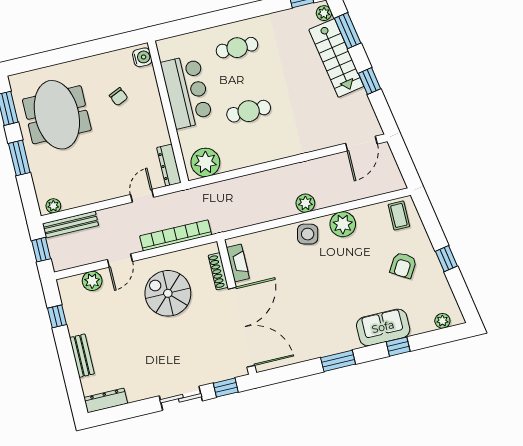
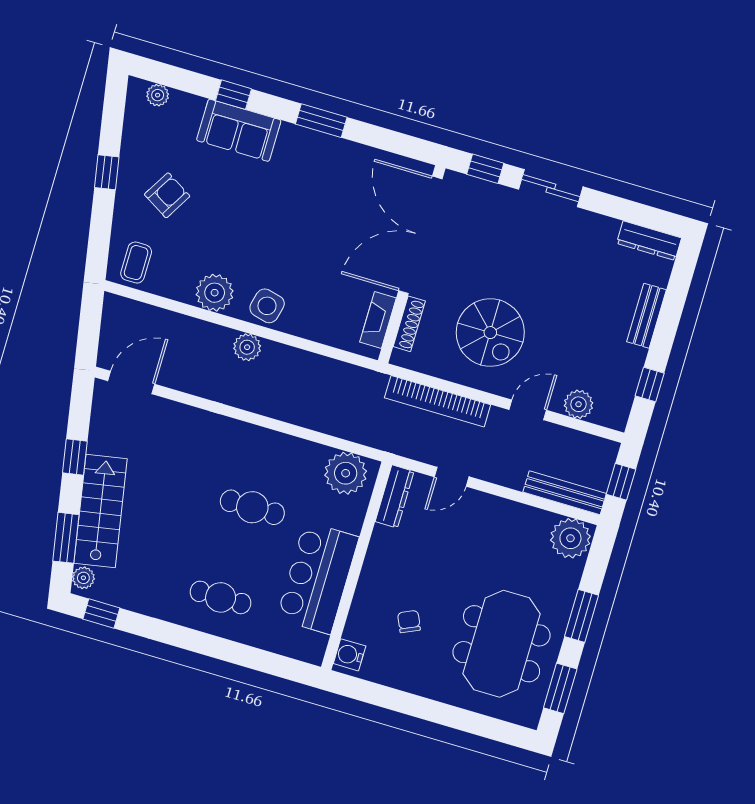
plant: (53, 206) -> (570, 538), width x1.87, depth x1.87

